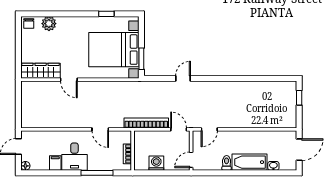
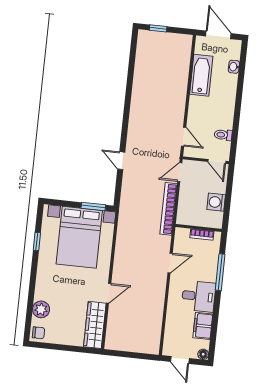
bathtub: (249, 162) -> (201, 75), moved, turned 180
filing cabinet: (55, 163) -> (203, 326), width x2.00
toilet: (227, 163) -> (223, 135), moved

